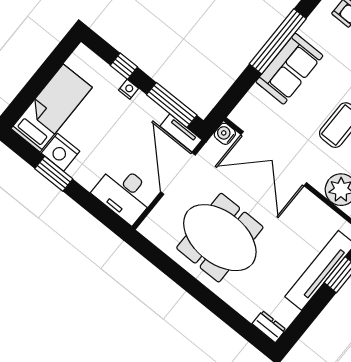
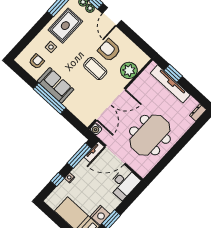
sofa: (289, 69) -> (56, 85), moved

